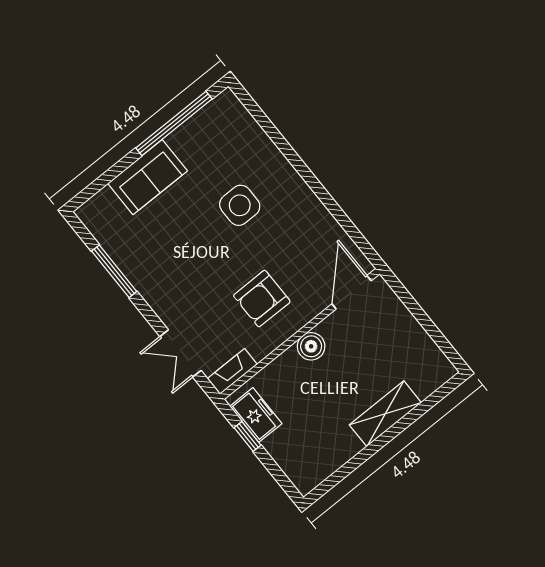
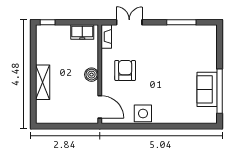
sofa: (148, 177) -> (207, 89), moved
side table: (240, 205) -> (143, 113), moved
window: (247, 436) -> (48, 22), moved

